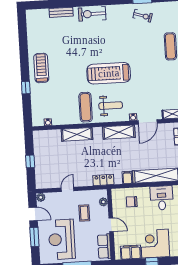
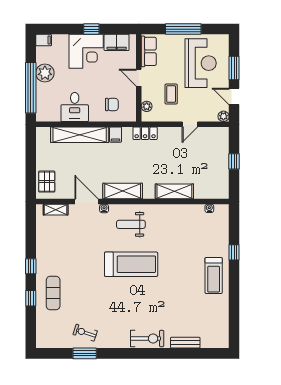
exercise mat: (86, 107) -> (162, 224), removed
door: (148, 122) -> (86, 202), hinge flipped

